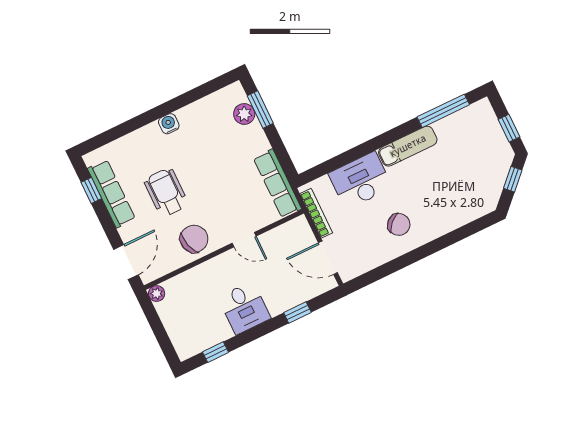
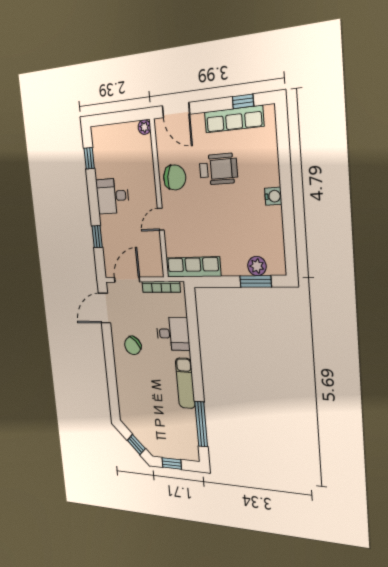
desk: (360, 181) -> (173, 334), width x0.73
chair: (194, 239) -> (175, 177), turned -65
door: (374, 275) -> (104, 308), added

